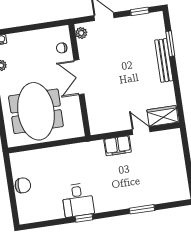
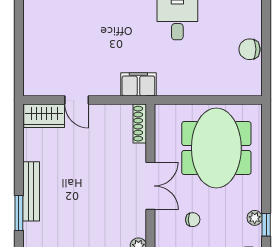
chair: (62, 48) -> (193, 220), moved
shoe rack: (93, 121) -> (140, 124), added
filing cabinet: (118, 146) -> (138, 84), moved

